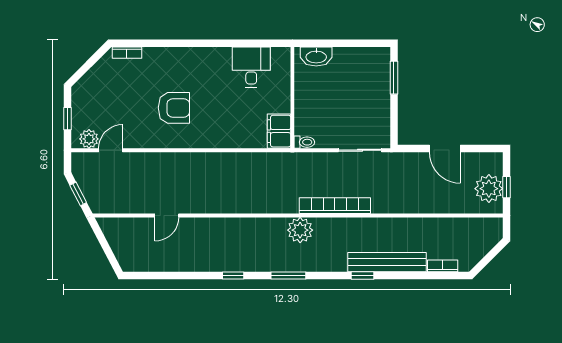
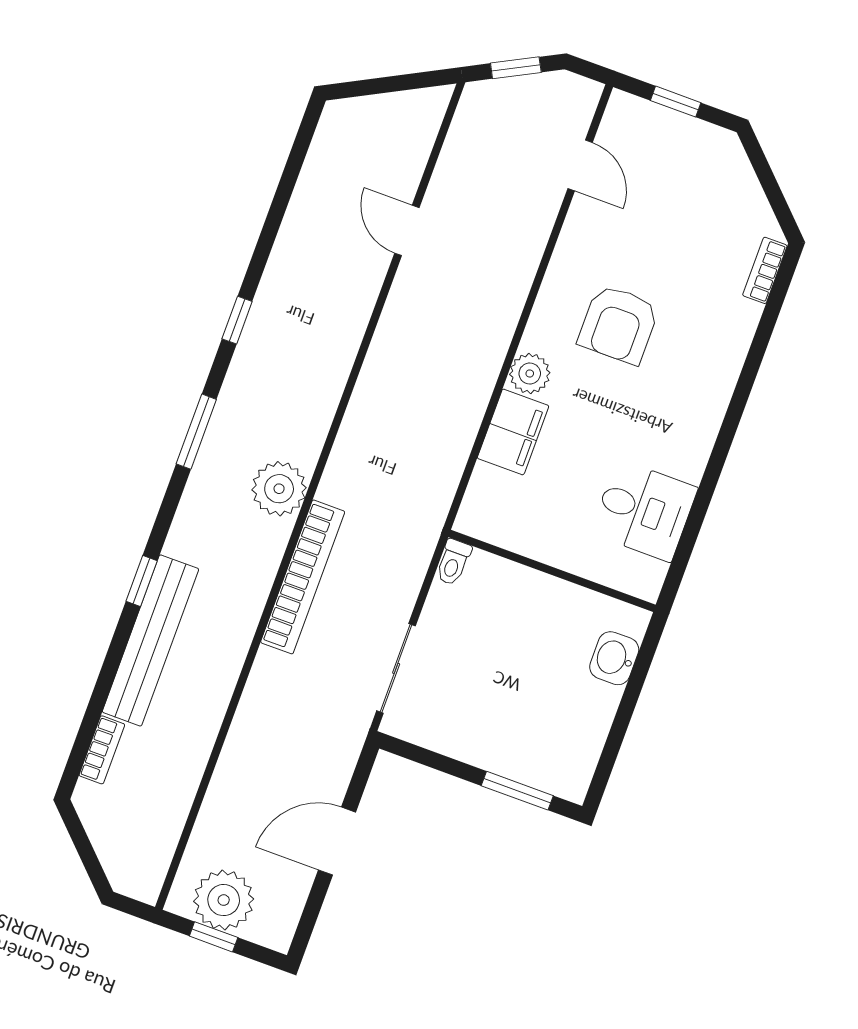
washbasin: (316, 56) -> (614, 658), width x0.72
filing cabinet: (279, 131) -> (513, 432), moved, turned 90
plant: (89, 139) -> (530, 374), moved

